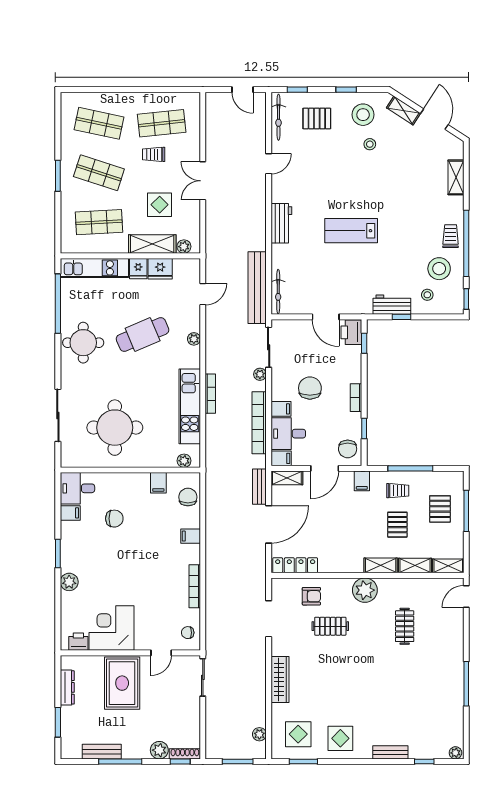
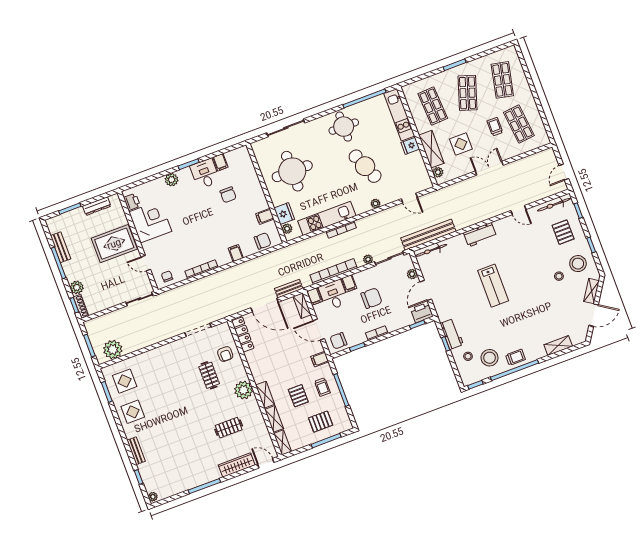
lab bench: (351, 231) -> (493, 286), turned 180
fridge: (160, 269) -> (284, 214), moved, turned 180
plant: (299, 326) -> (412, 274), added
desk: (77, 488) -> (205, 174), moved
pallet: (397, 525) -> (298, 396), turned 90
wardrobe: (280, 679) -> (237, 465), moved, turned 180
plant: (259, 734) -> (113, 350), width x1.88, depth x1.88

